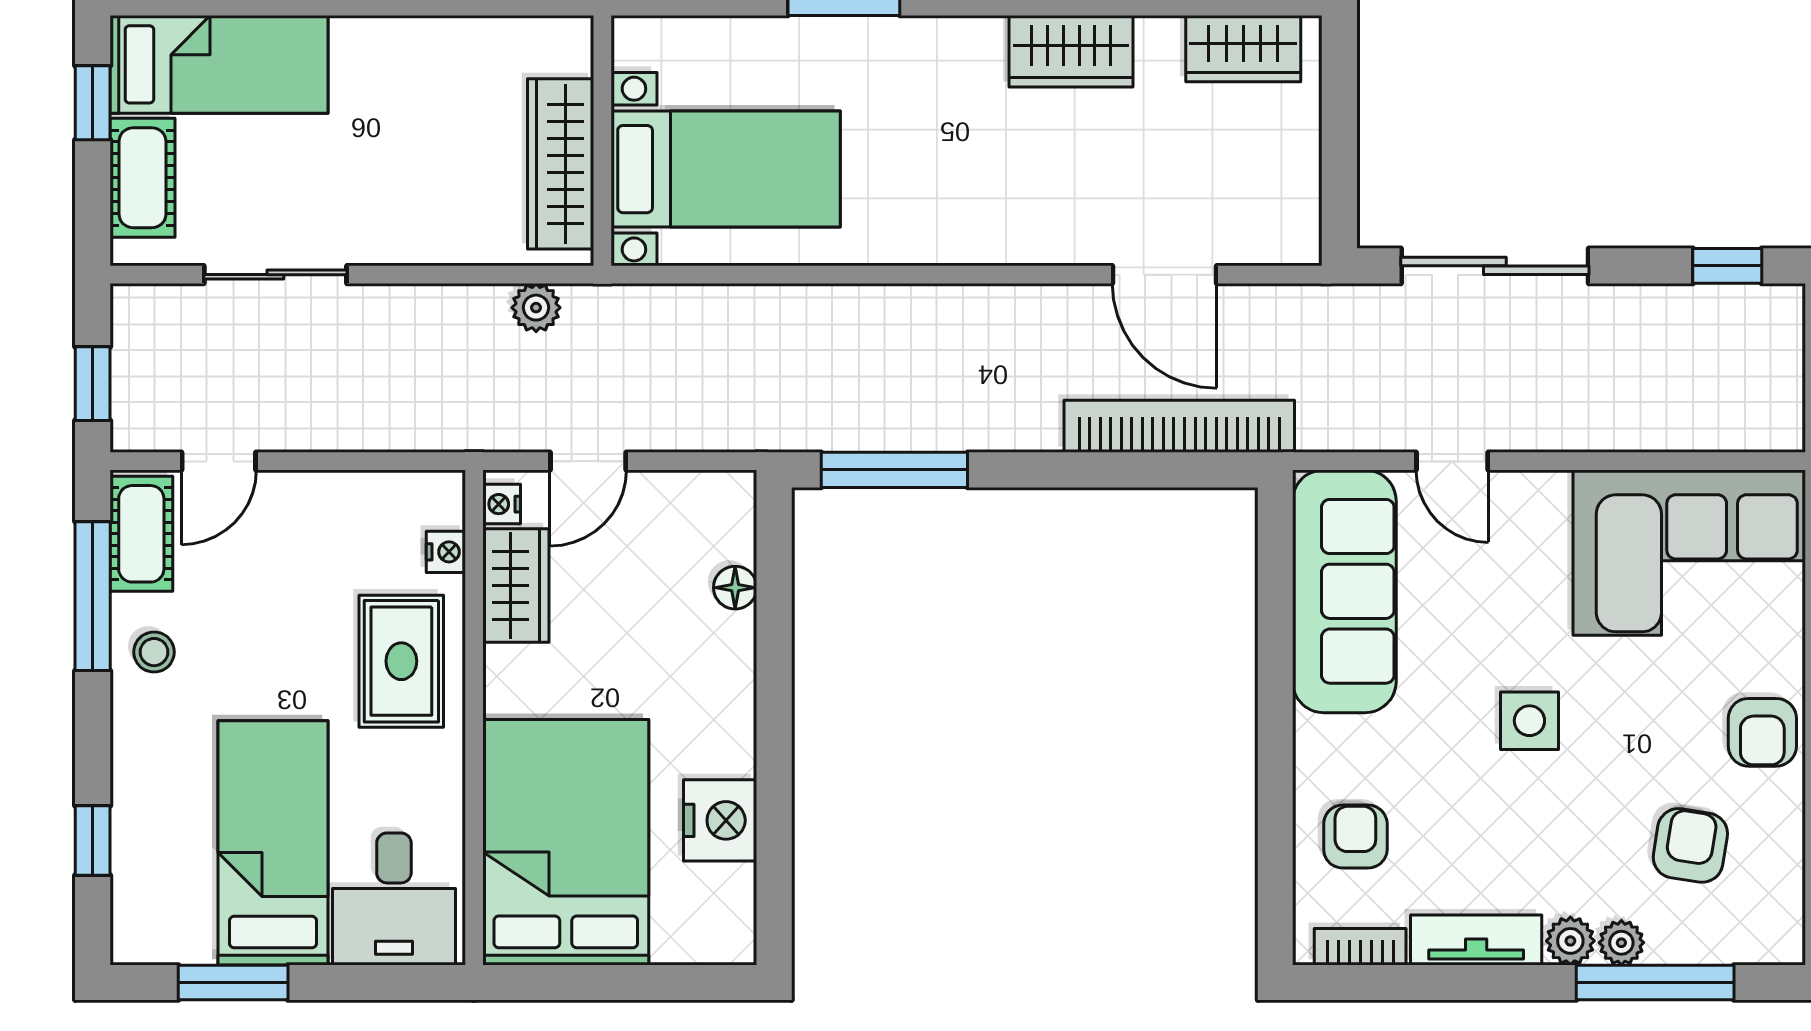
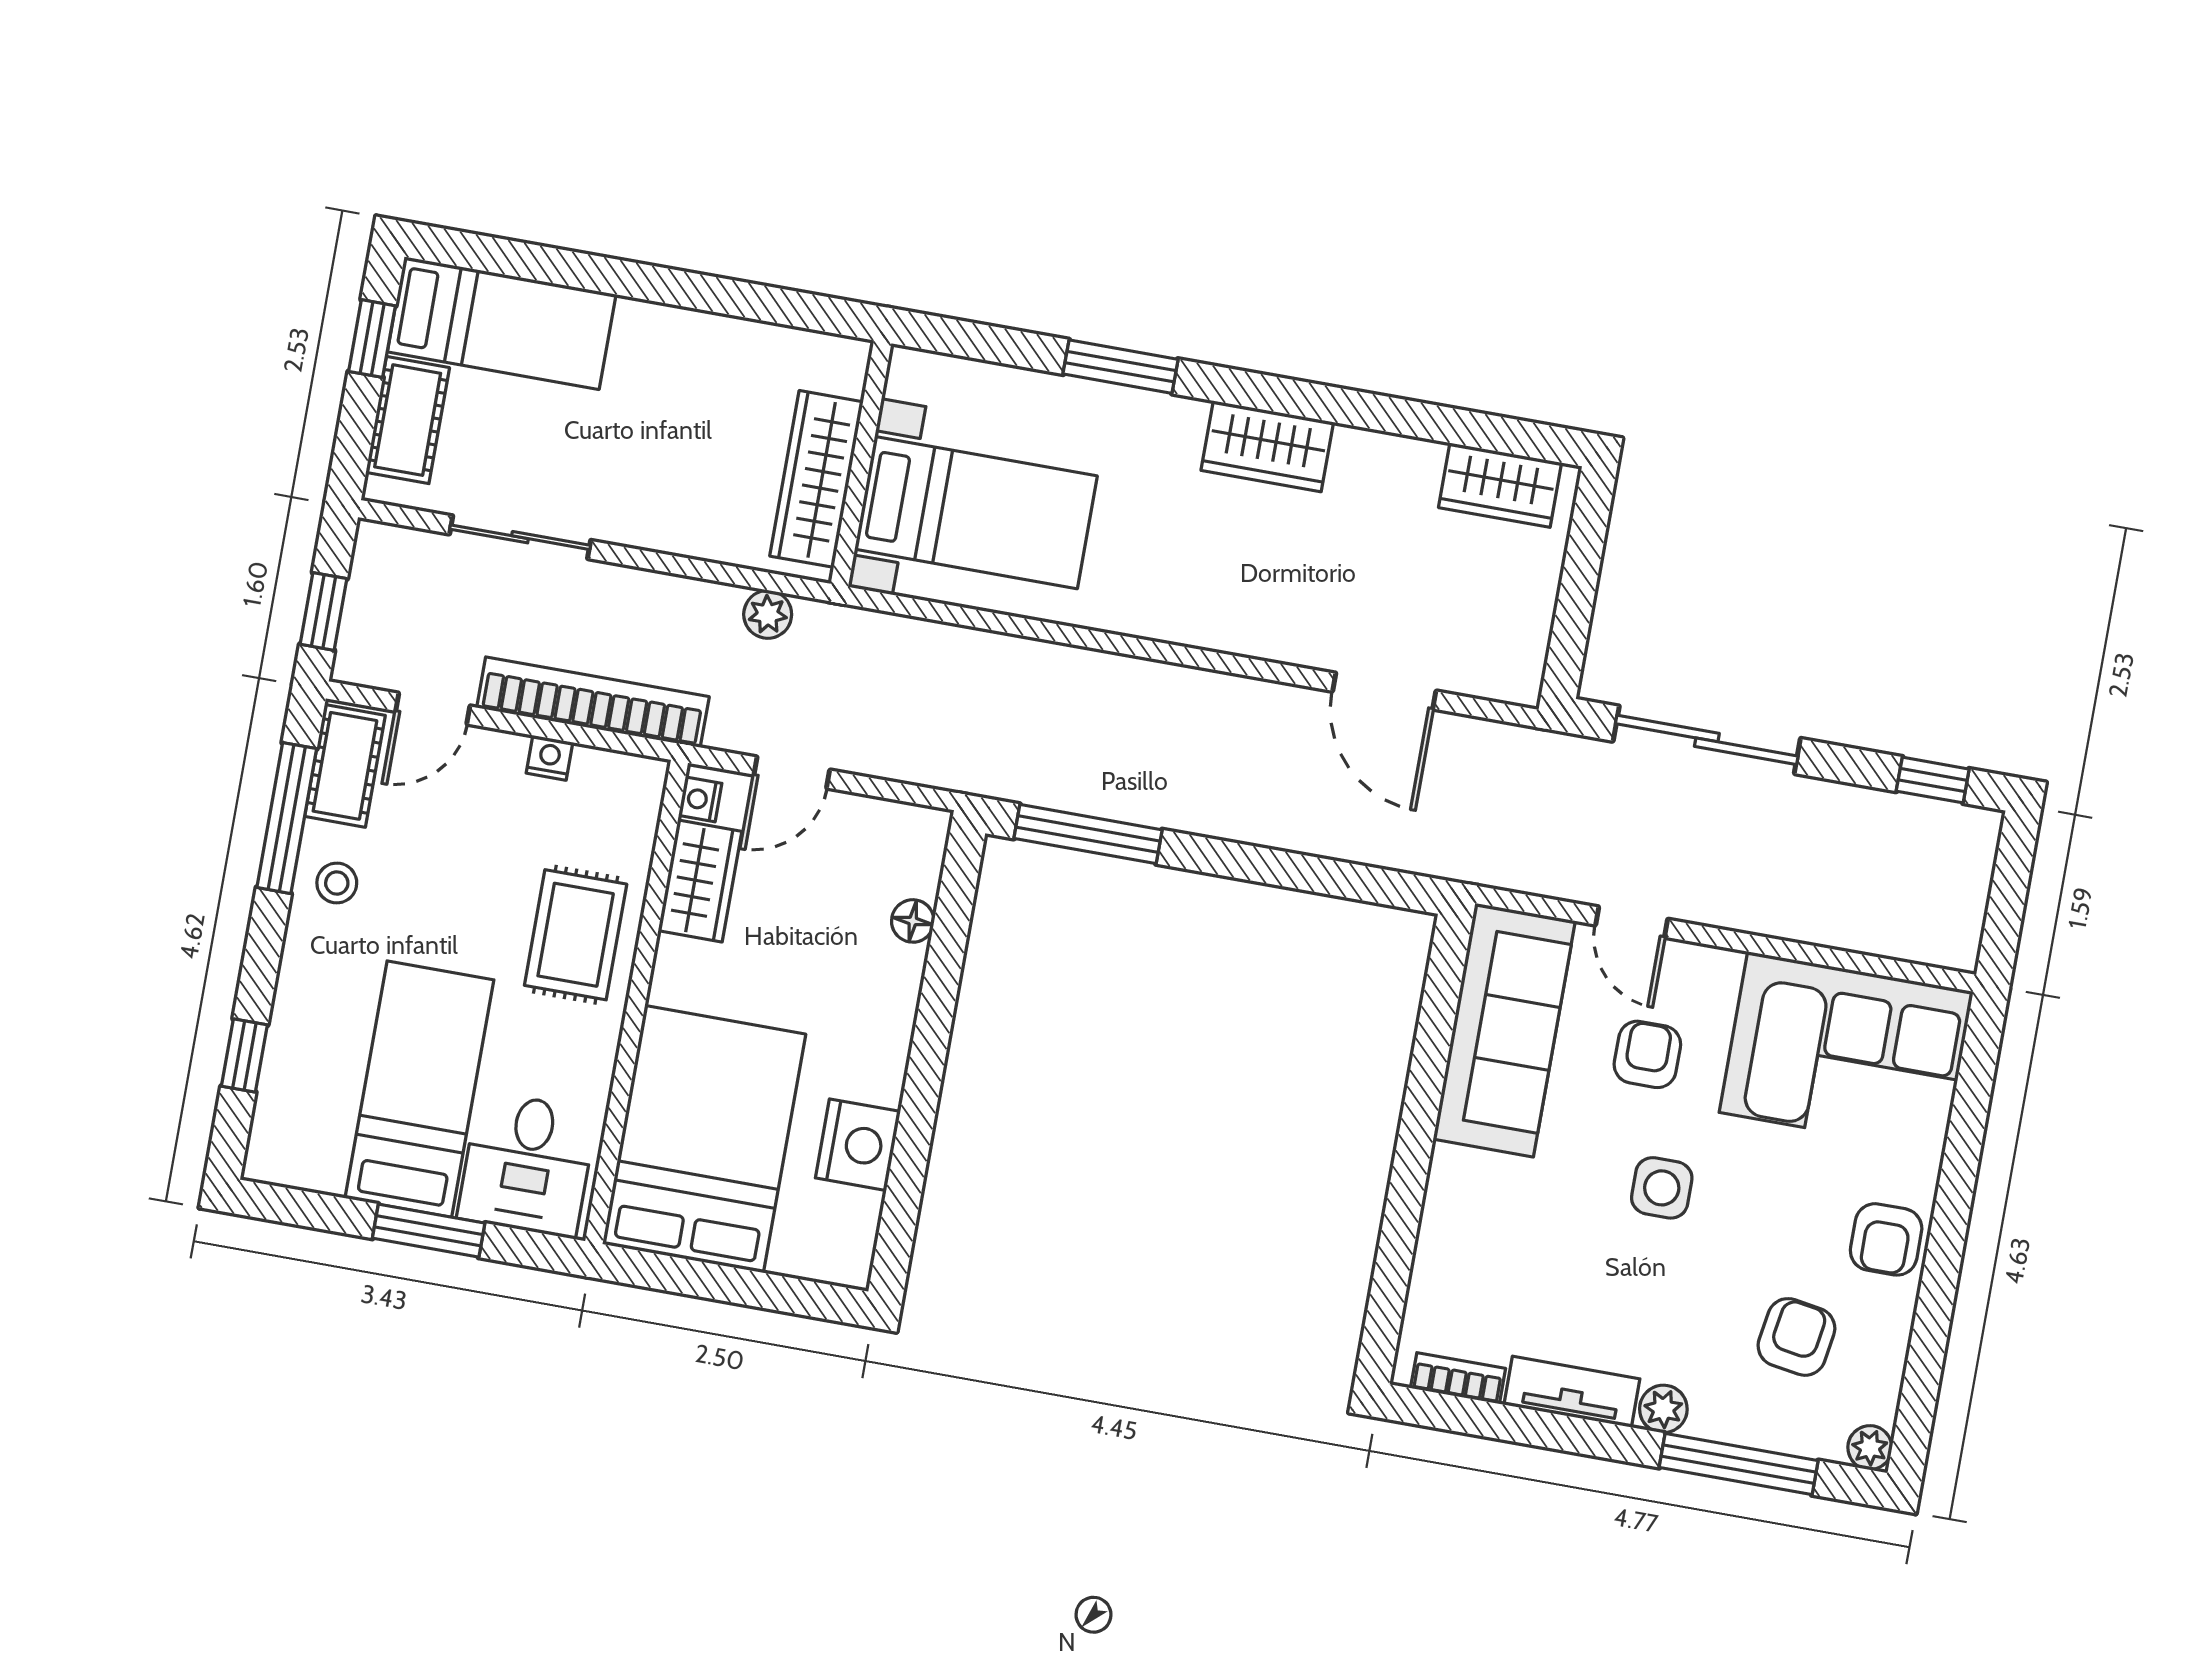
wardrobe: (1071, 51) -> (1267, 446), moved
bookcase: (1179, 426) -> (593, 702), moved
nightstand: (446, 552) -> (549, 758), moved, turned -90
armchair: (1355, 837) -> (1647, 1054), moved
plant: (1621, 943) -> (1870, 1448), moved
window: (233, 982) -> (429, 1231), moved

